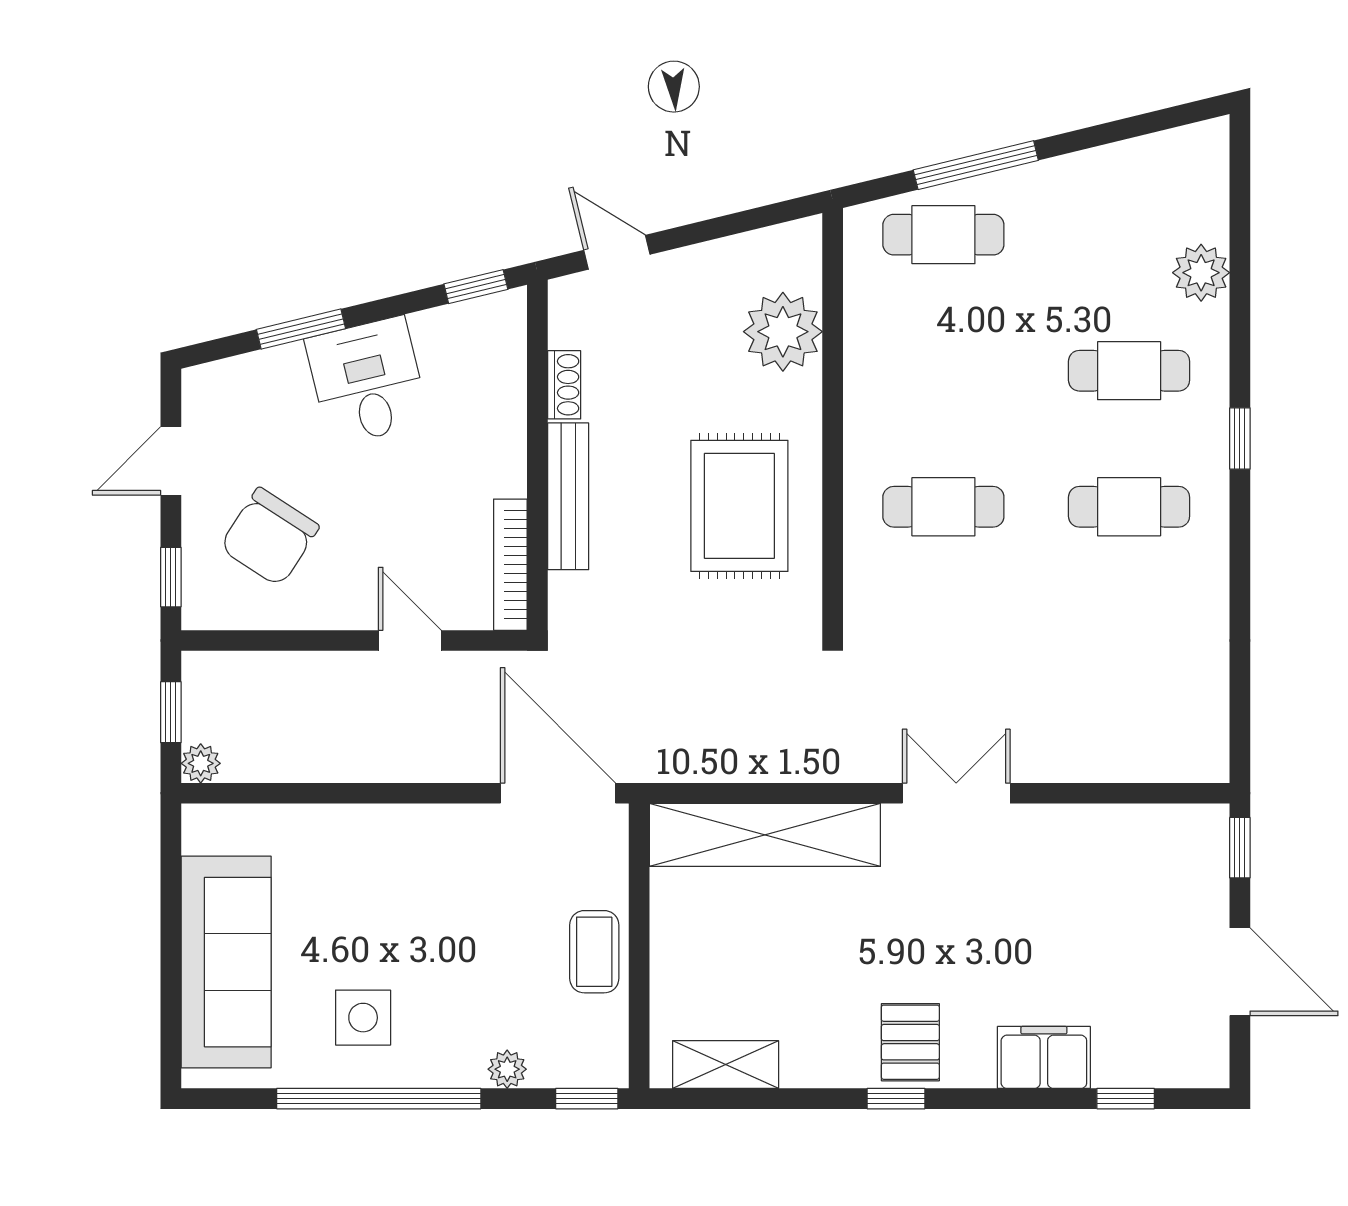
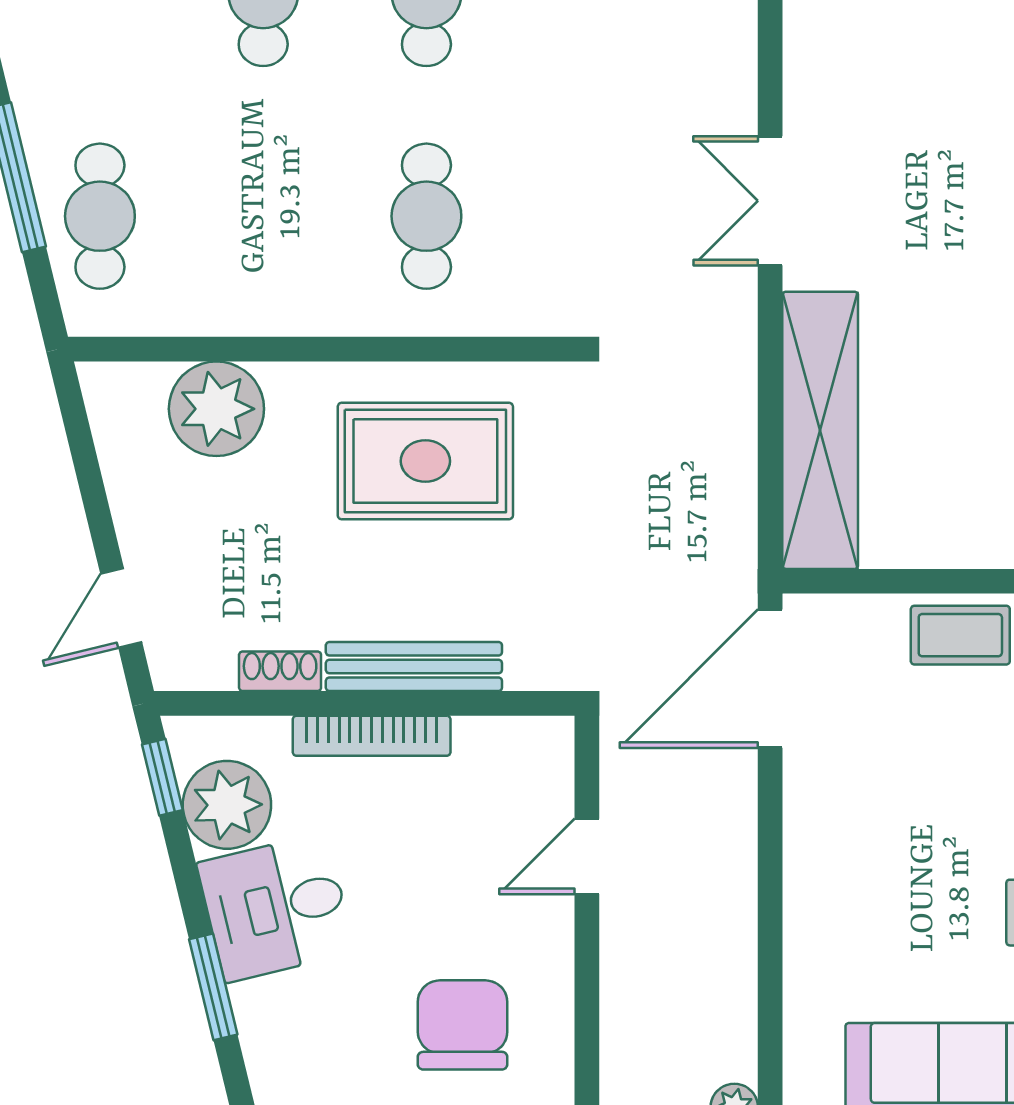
plant: (453, 341) -> (227, 805), added
chair: (269, 537) -> (463, 1025), turned -123
bookcase: (510, 565) -> (372, 736), moved

